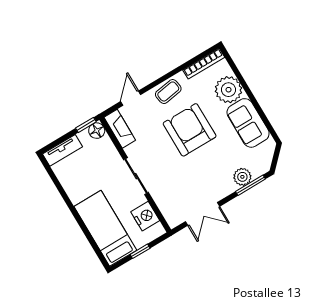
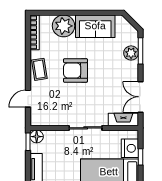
door: (131, 98) -> (28, 99), hinge flipped
fireplace: (120, 129) -> (123, 119), moved
armchair: (190, 130) -> (75, 70), width x0.73, depth x0.73
double door: (203, 214) -> (140, 97), swing flipped
nightstand: (145, 216) -> (130, 148), moved, turned 90

